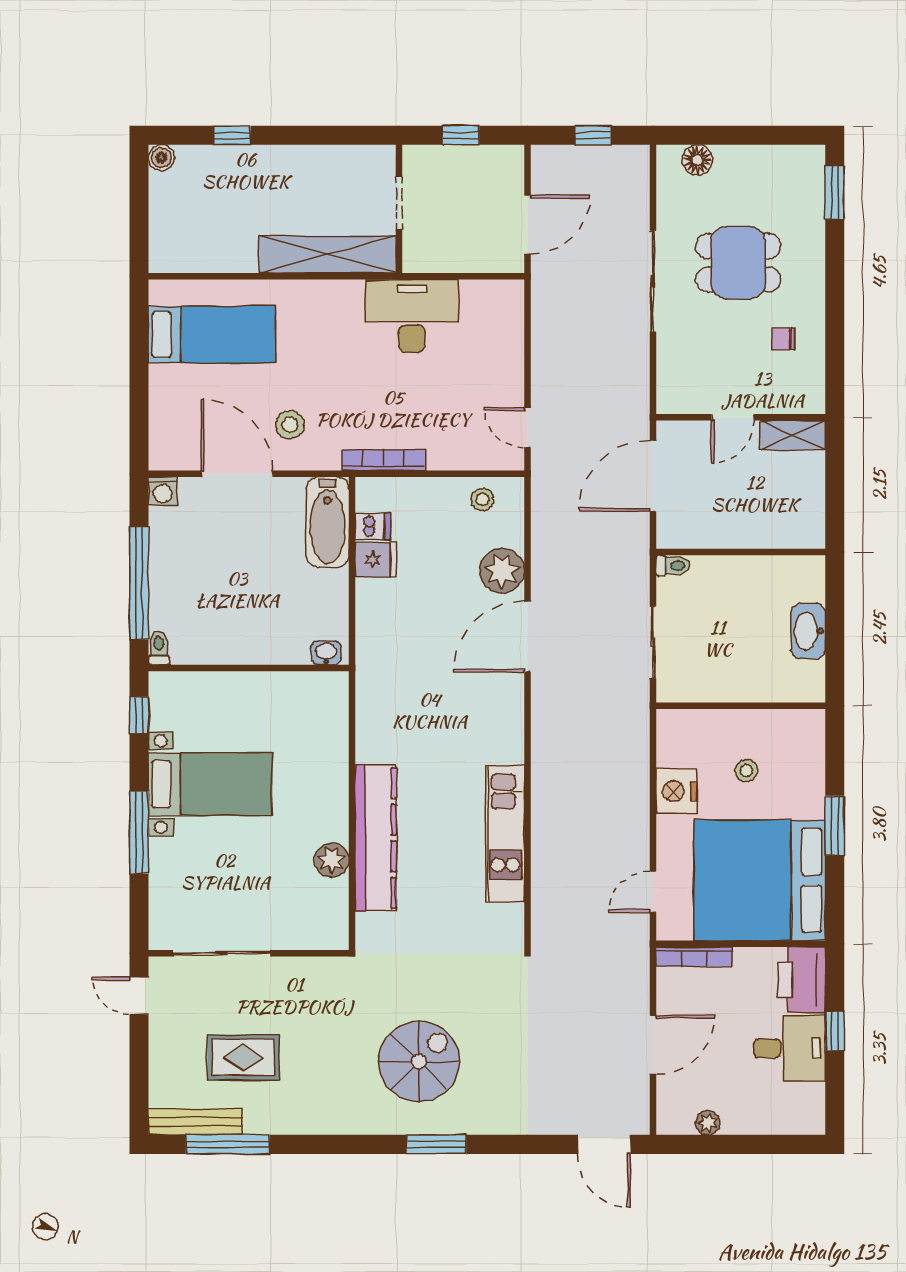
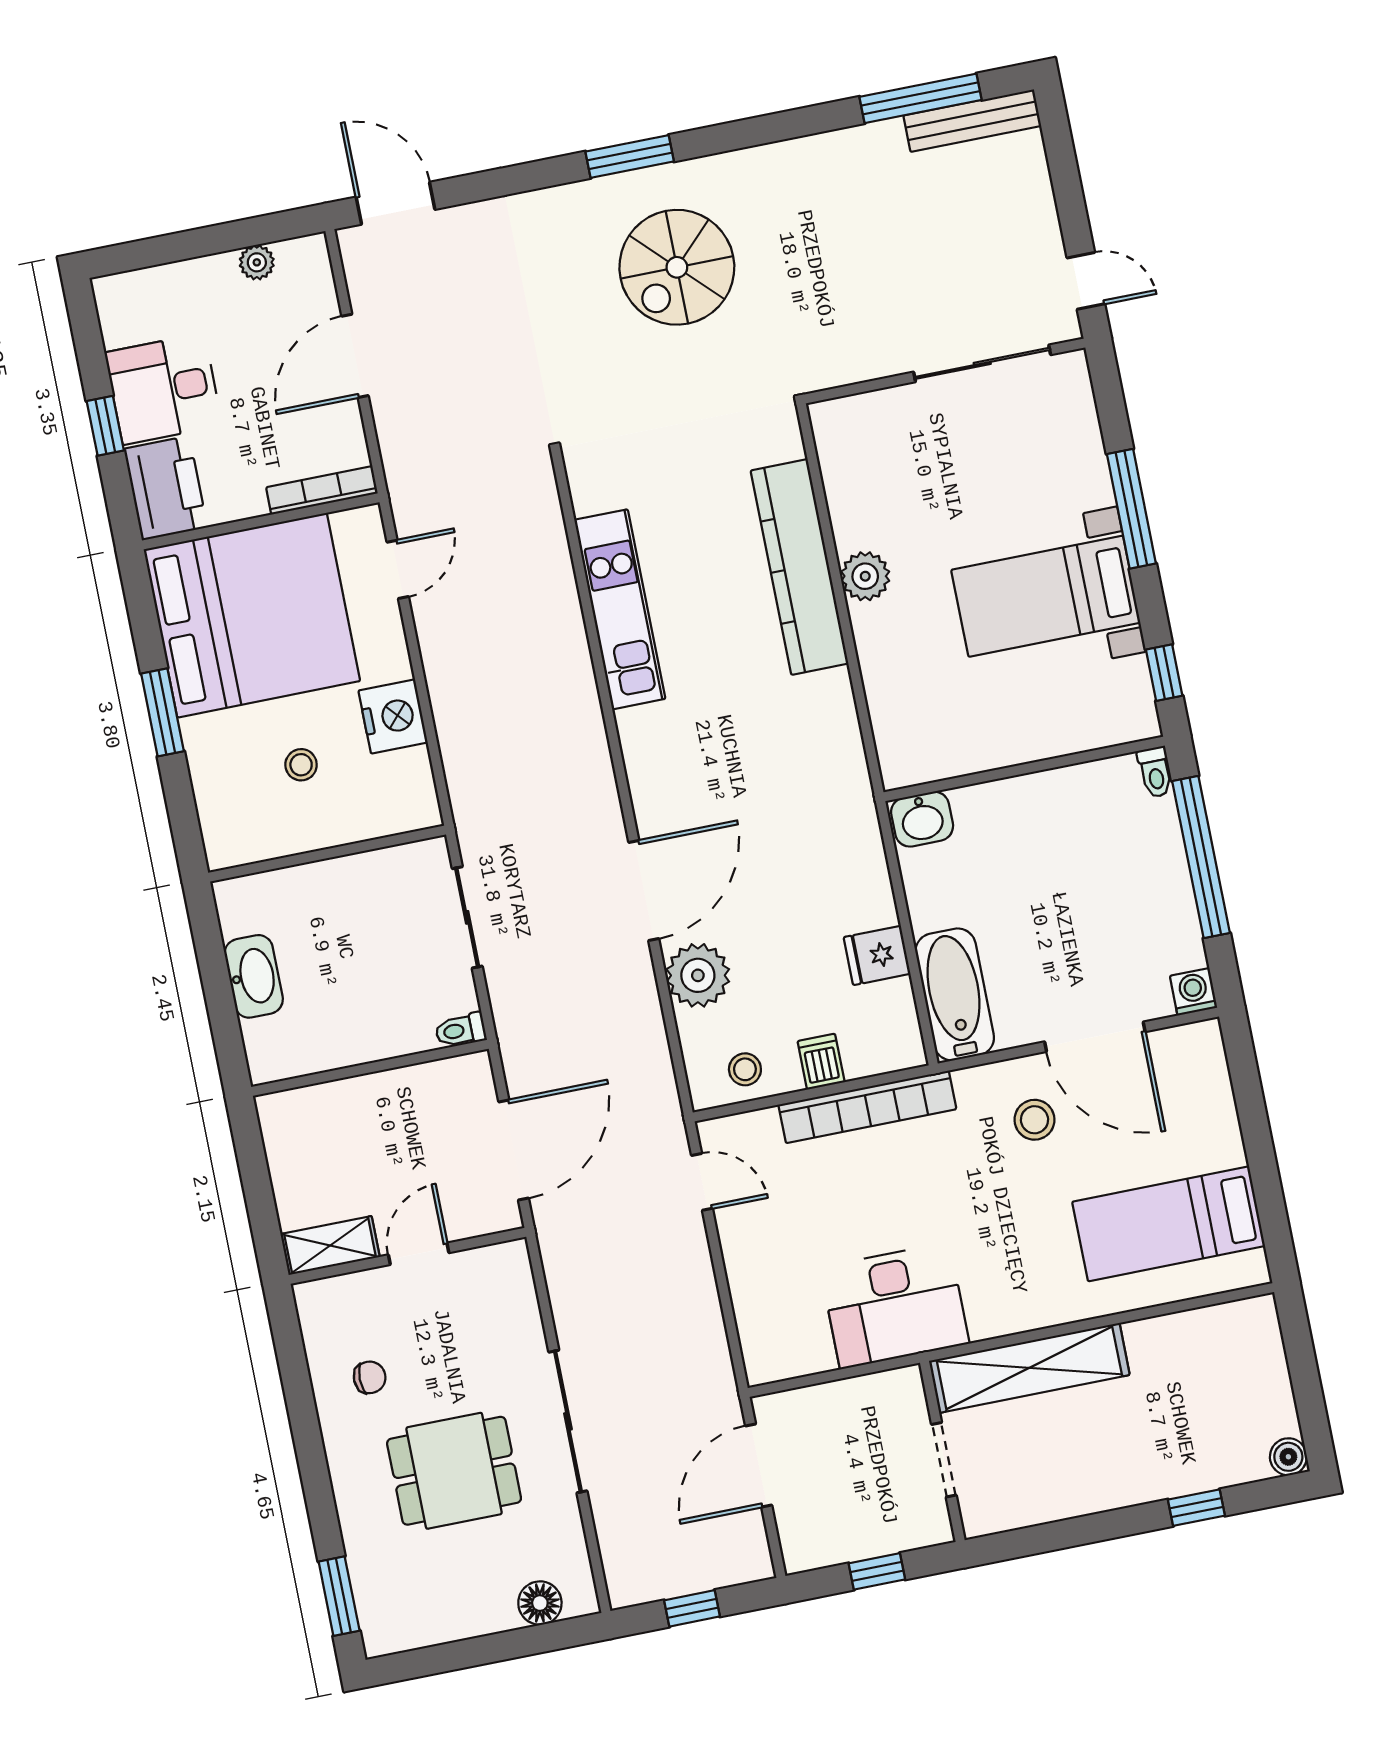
bookcase: (384, 460) -> (867, 1107), width x1.48, depth x1.31
dishwasher: (373, 526) -> (821, 1062), moved, turned 90
washbasin: (326, 653) -> (922, 819), width x1.38, depth x1.45
plant: (332, 860) -> (865, 576), moved
rug: (243, 1057) -> (923, 224), removed

